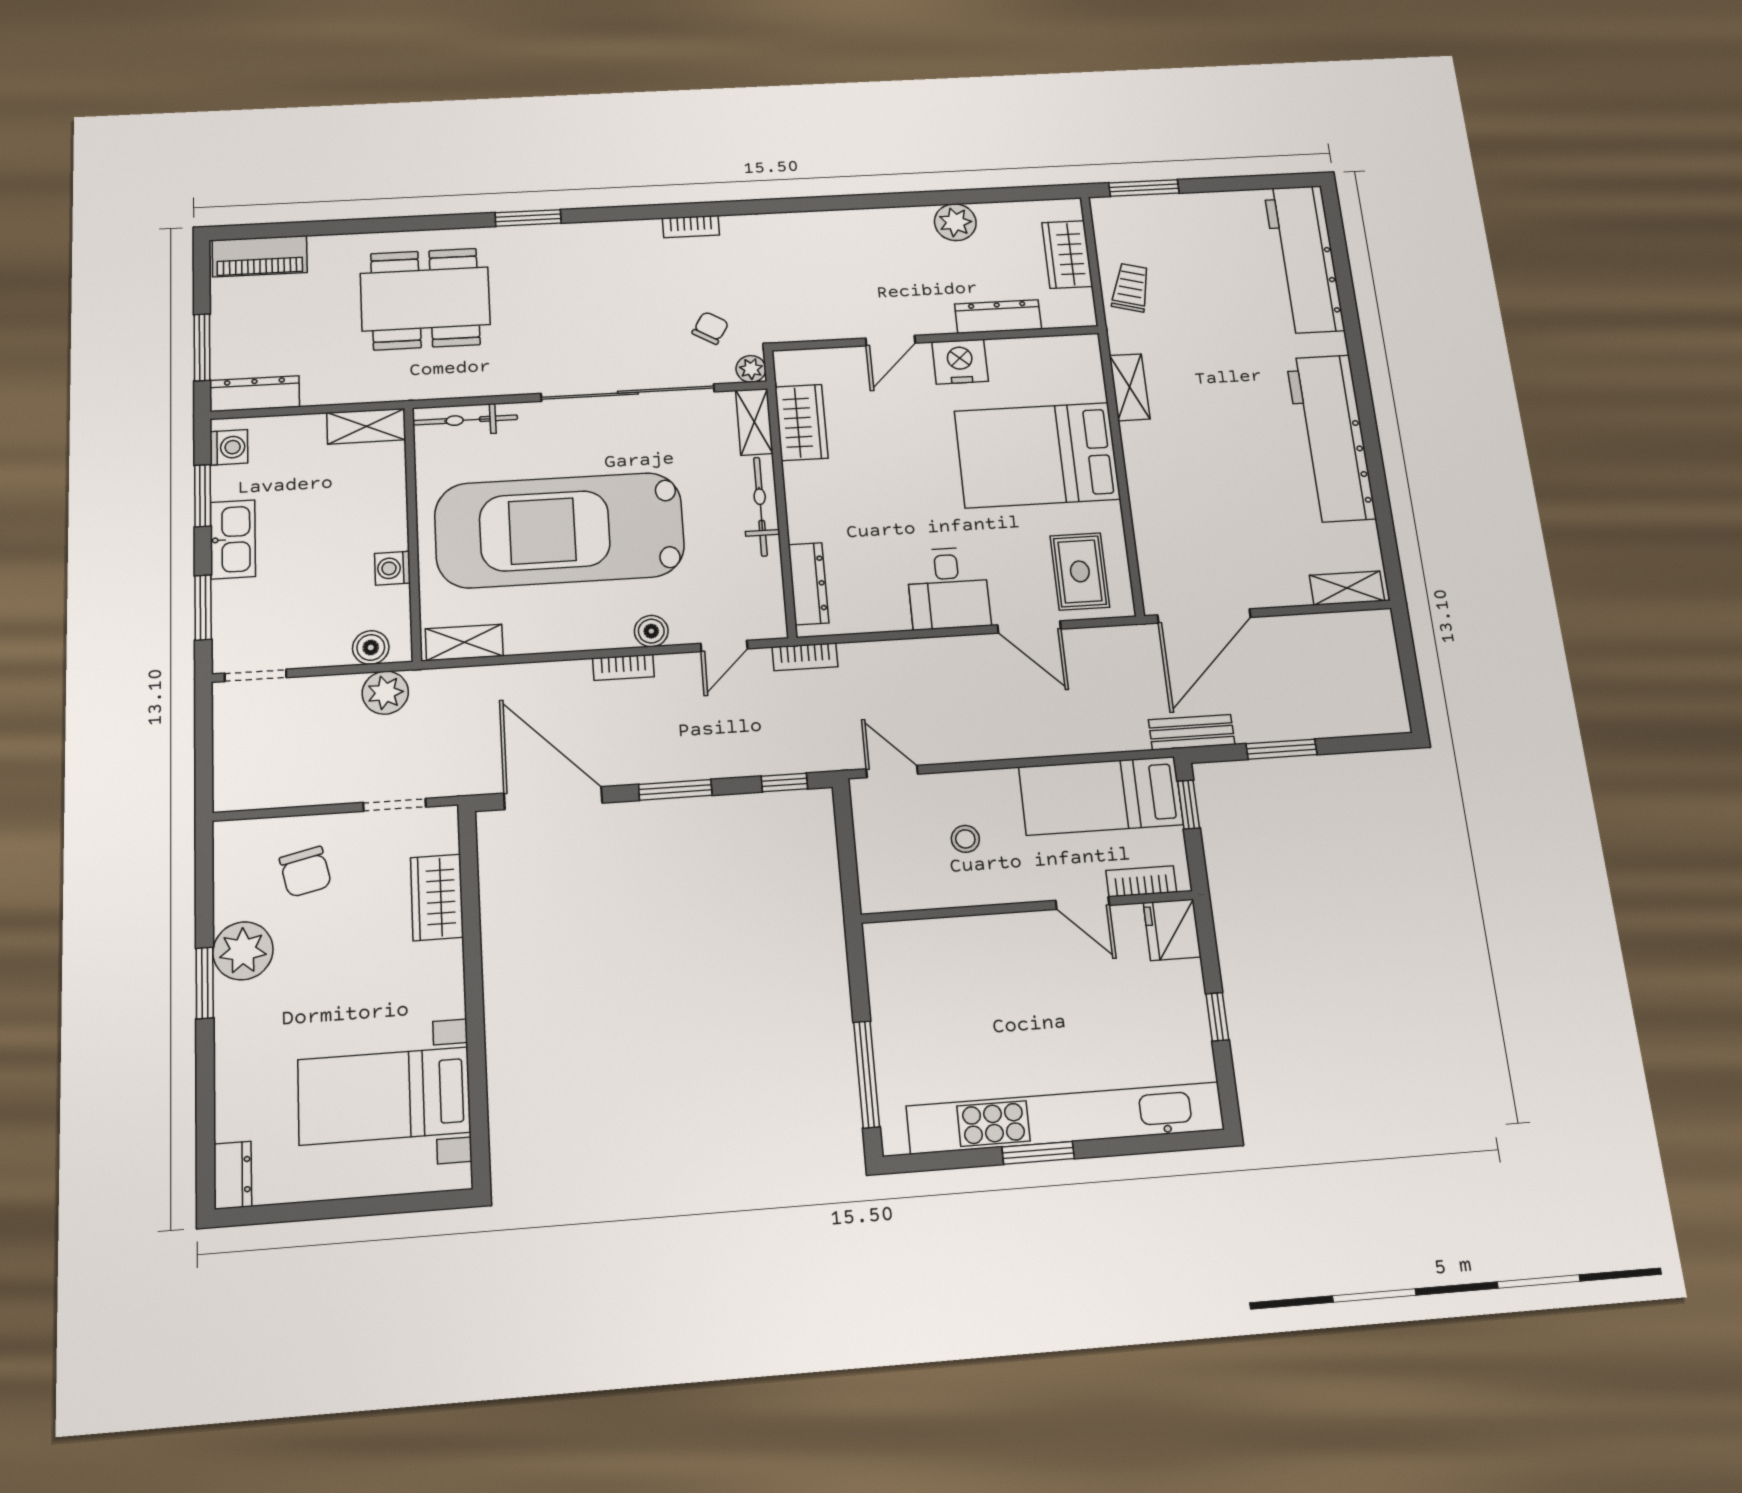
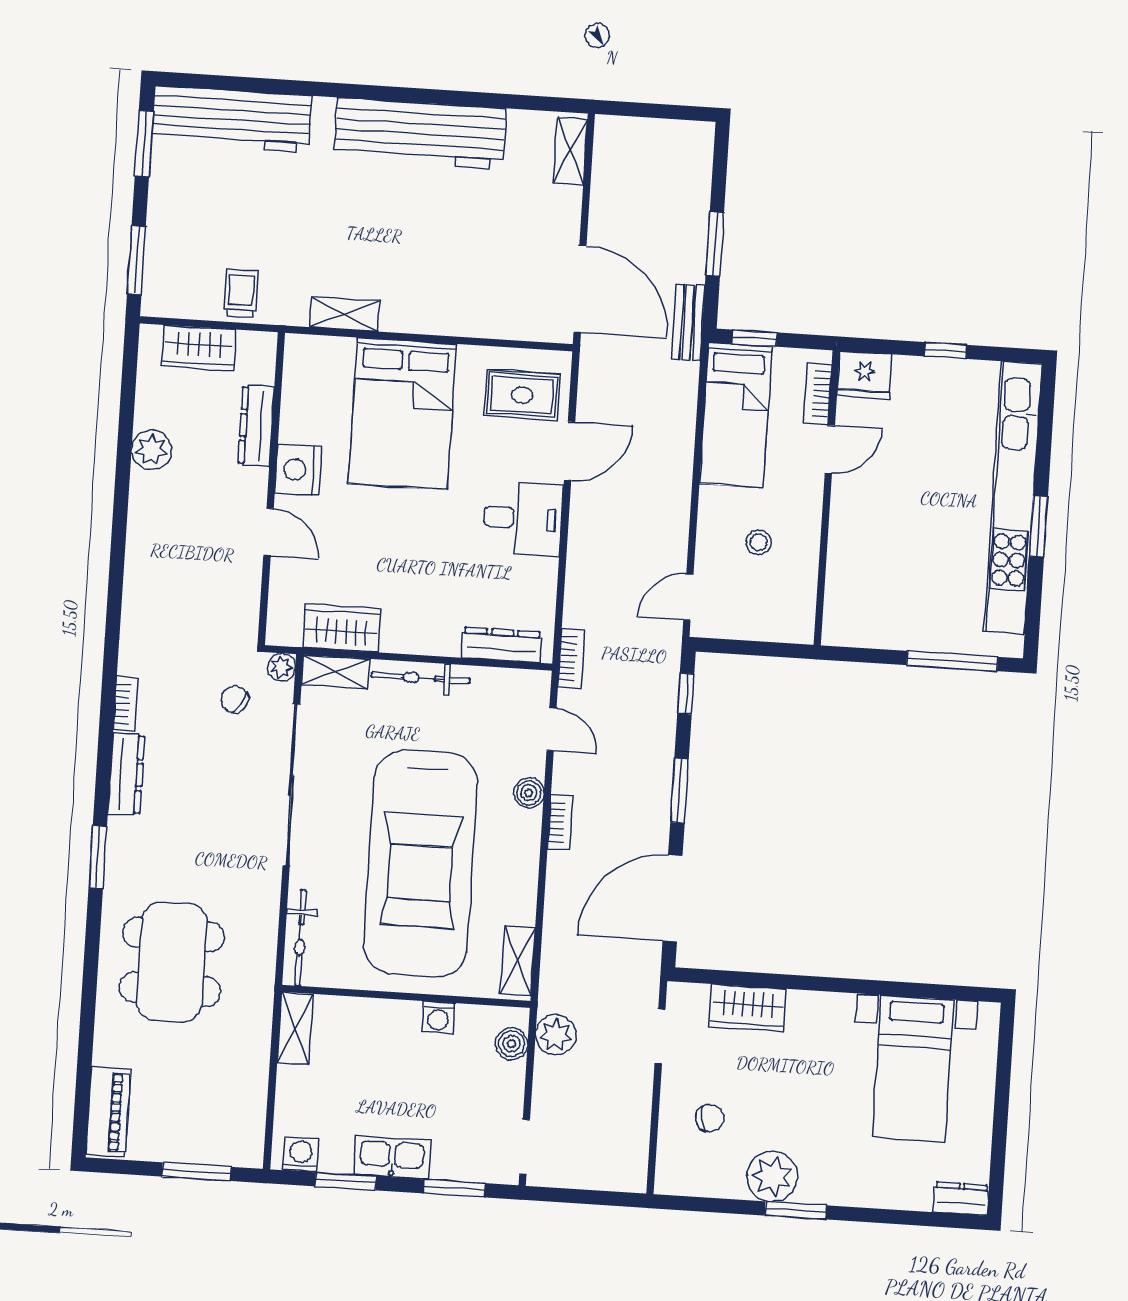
window: (1261, 182) -> (144, 144), added
trolley: (1131, 287) -> (241, 293), turned 75
dresser: (255, 394) -> (126, 774), moved, turned 180
chair: (305, 872) -> (710, 1118), width x0.73, depth x0.73

